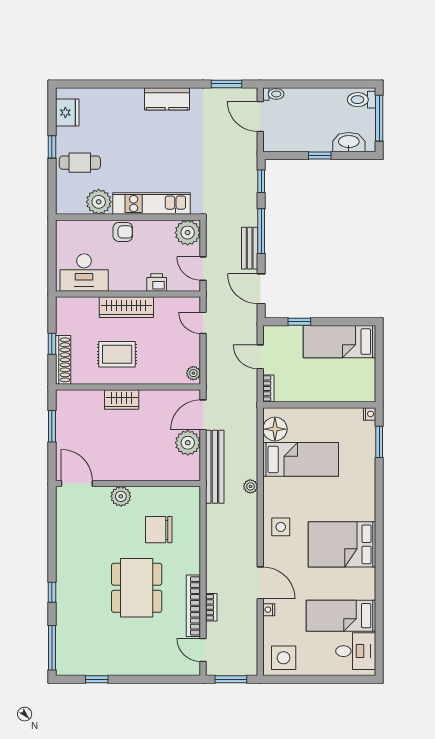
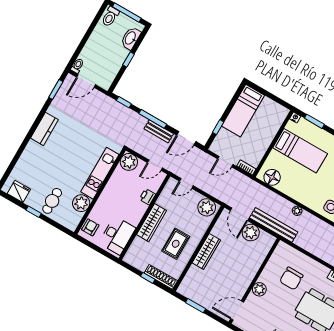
armchair: (123, 232) -> (90, 227), moved
plant: (193, 373) -> (207, 207), width x1.87, depth x1.87
wardrobe: (122, 400) -> (206, 251), width x1.50
bed: (301, 459) -> (300, 151), moved, turned 90

